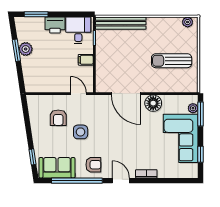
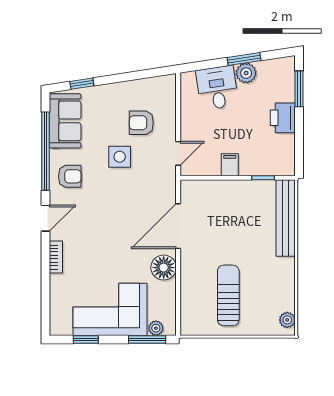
desk: (78, 30) -> (217, 88), moved, turned -99
armchair: (93, 165) -> (70, 176), turned -90

